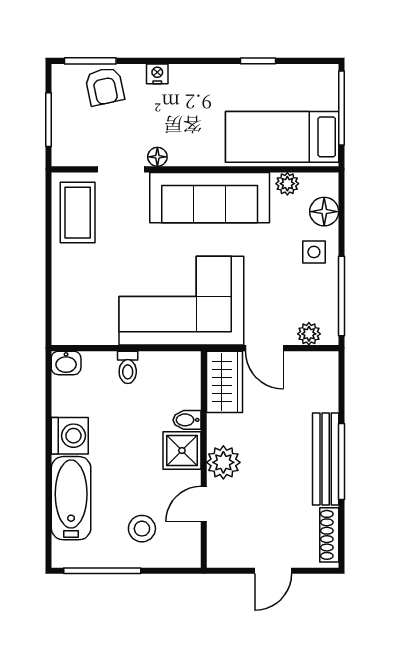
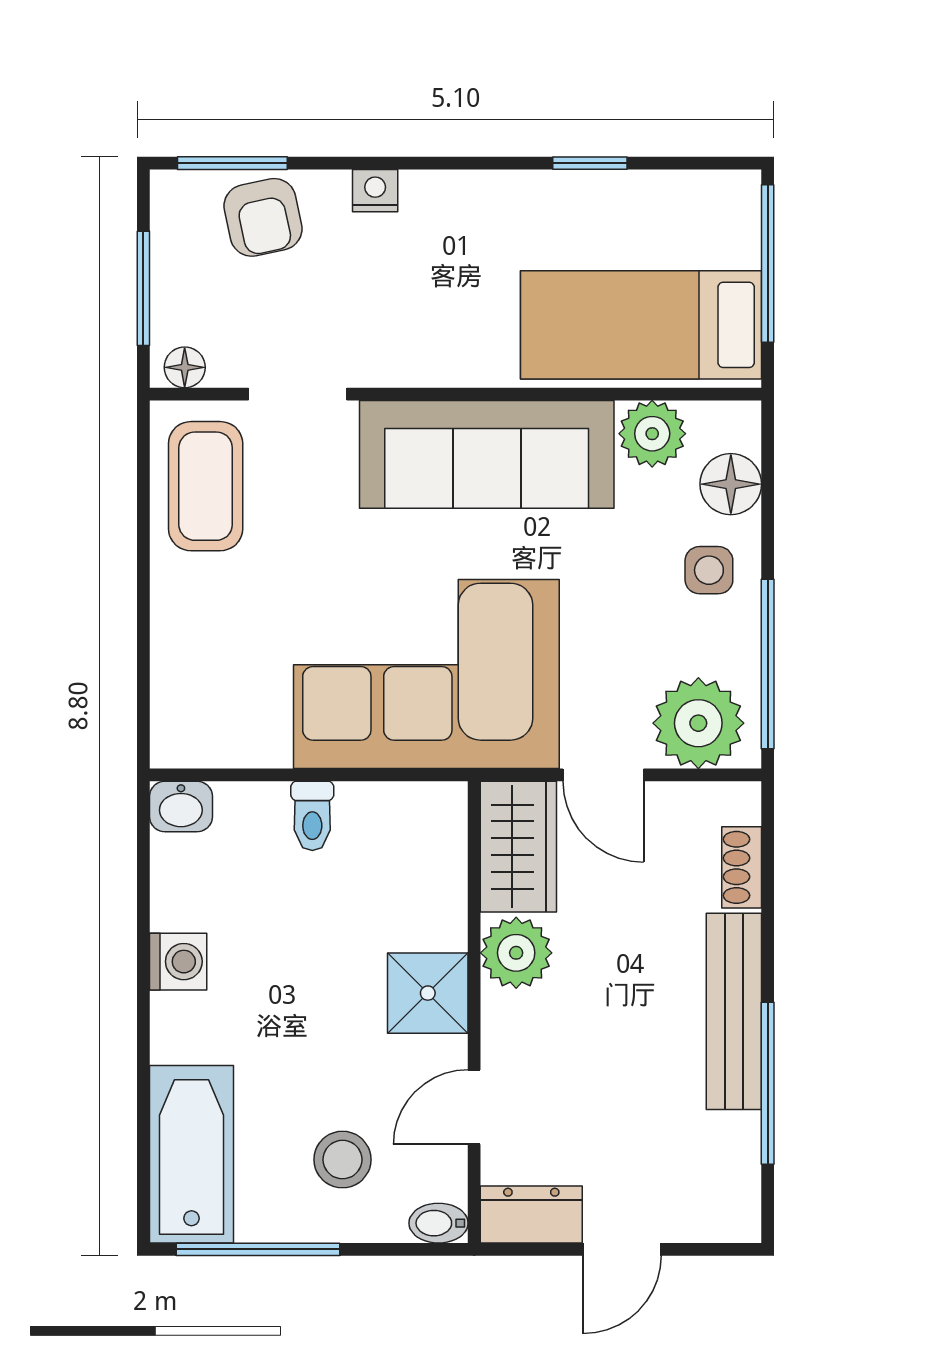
floor lamp: (157, 157) -> (185, 367), moved
plant: (287, 184) -> (652, 434), width x1.38, depth x1.38
plant: (309, 334) -> (698, 723), width x1.88, depth x1.88
bidet: (187, 420) -> (439, 1223), moved
washing machine: (70, 436) -> (178, 962), width x0.73, depth x0.73
plant: (223, 462) -> (516, 953), moved
window: (341, 462) -> (768, 1083), moved
bathtub: (71, 498) -> (191, 1154), moved
shoe rack: (329, 535) -> (742, 867), moved, width x0.70
dresser: (231, 554) -> (531, 1215), added

